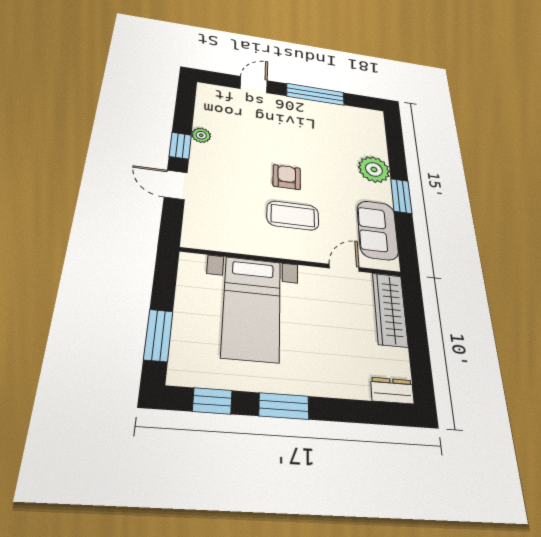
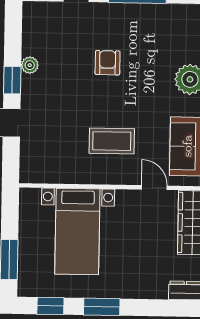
armchair: (287, 177) -> (108, 63), moved
door: (344, 268) -> (154, 188), hinge flipped

